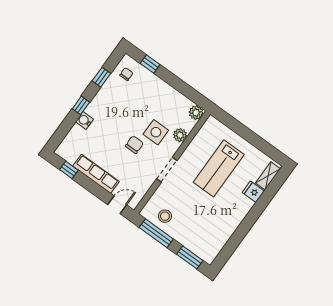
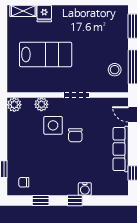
chair: (134, 145) -> (75, 135), turned -90

